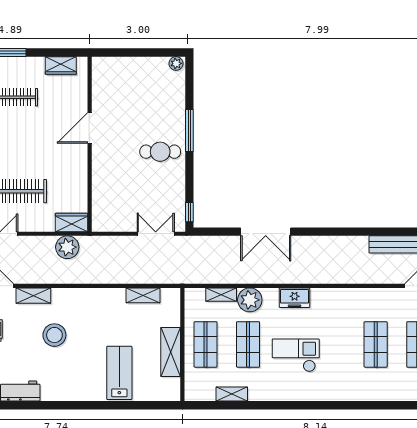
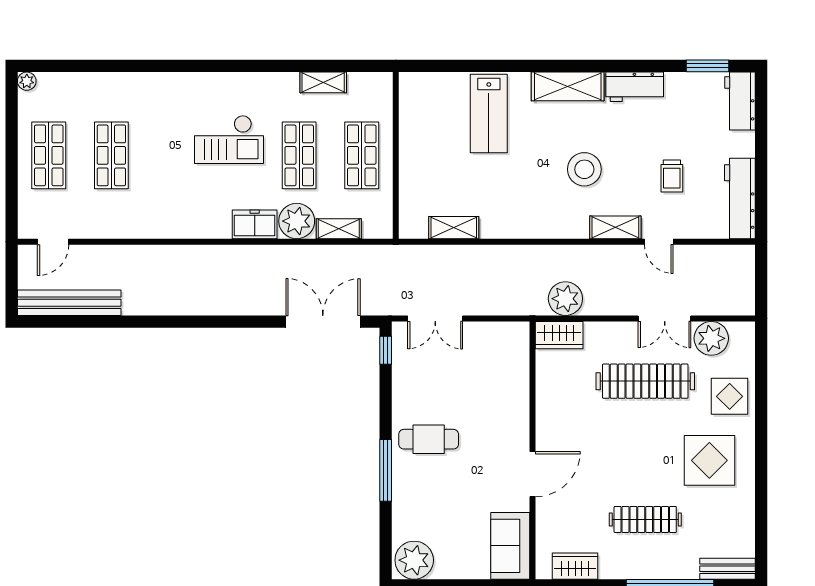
plant: (176, 63) -> (414, 560), width x1.87, depth x1.87
sofa: (105, 79) -> (510, 546), added
double door: (266, 232) -> (323, 322), moved
freezer: (295, 298) -> (255, 224), moved
shelving: (171, 352) -> (568, 86), moved, turned 90

